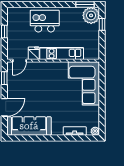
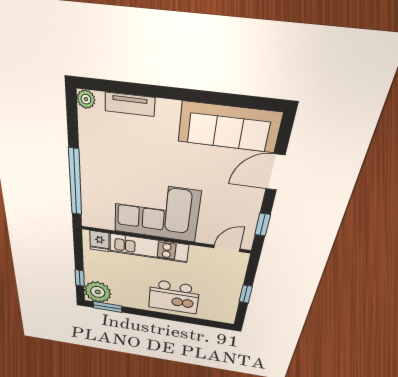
fridge: (34, 53) -> (100, 241), moved
corner sofa: (84, 83) -> (156, 212), moved, turned -90
window: (102, 88) -> (75, 182), added

